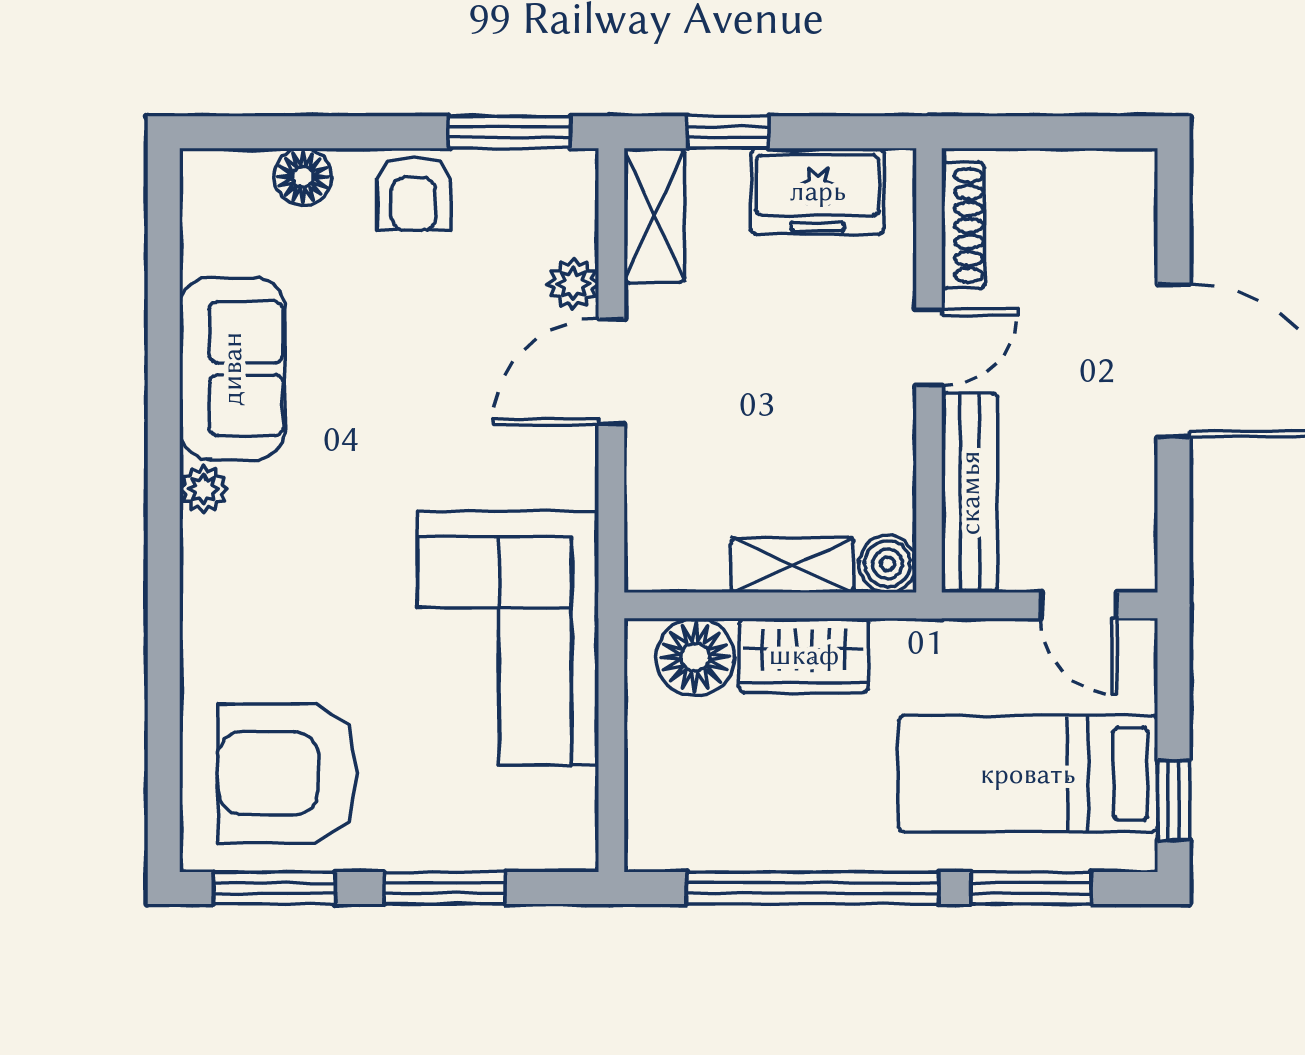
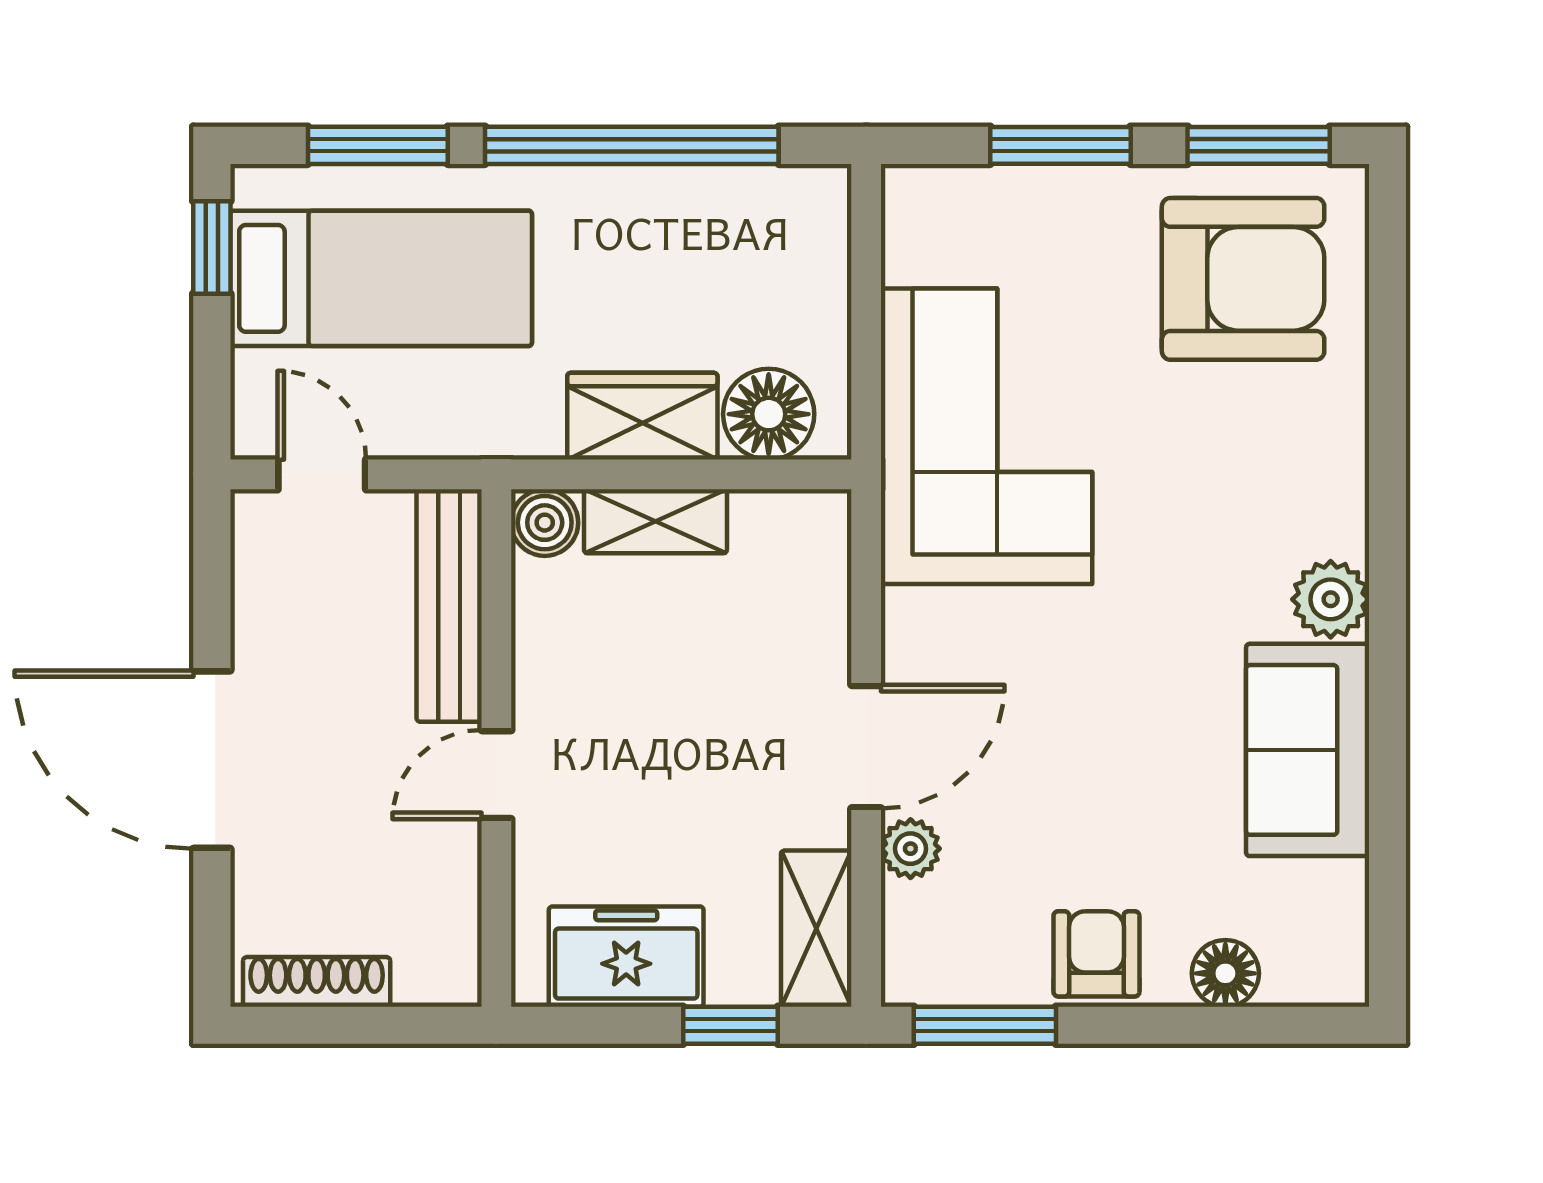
shoe rack: (963, 225) -> (317, 982), moved, turned 90
plant: (204, 489) -> (1331, 599), width x1.38, depth x1.38

